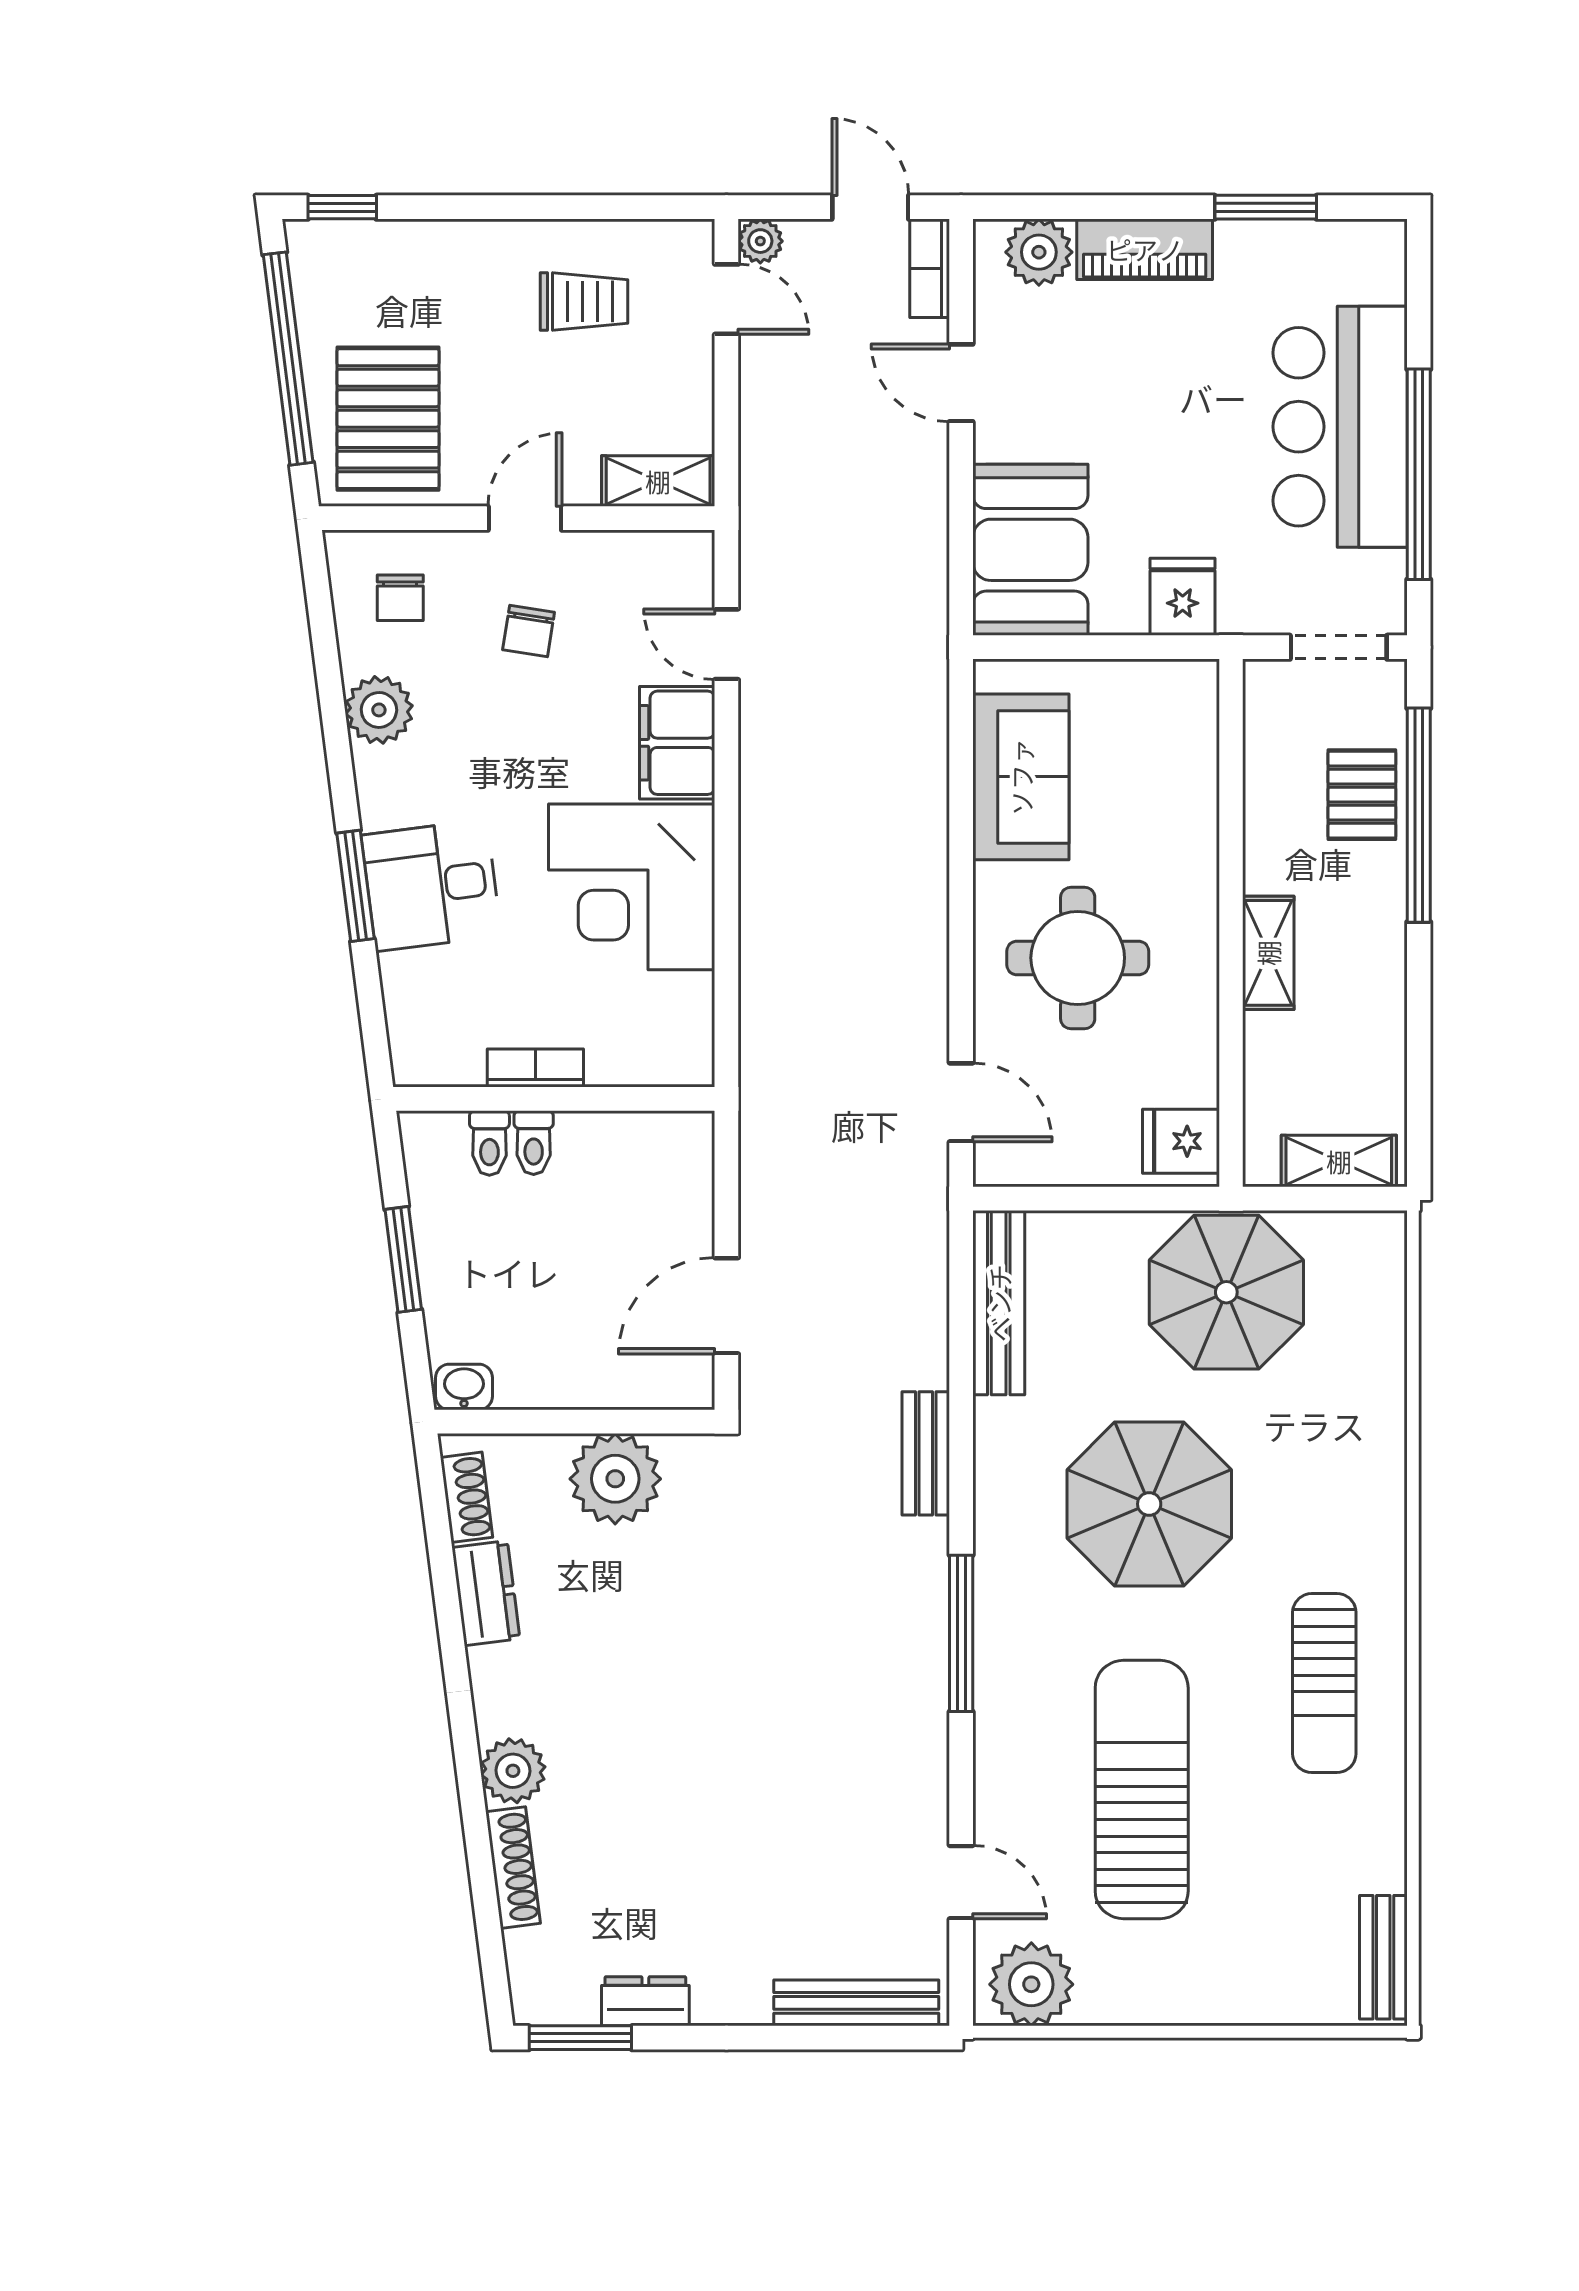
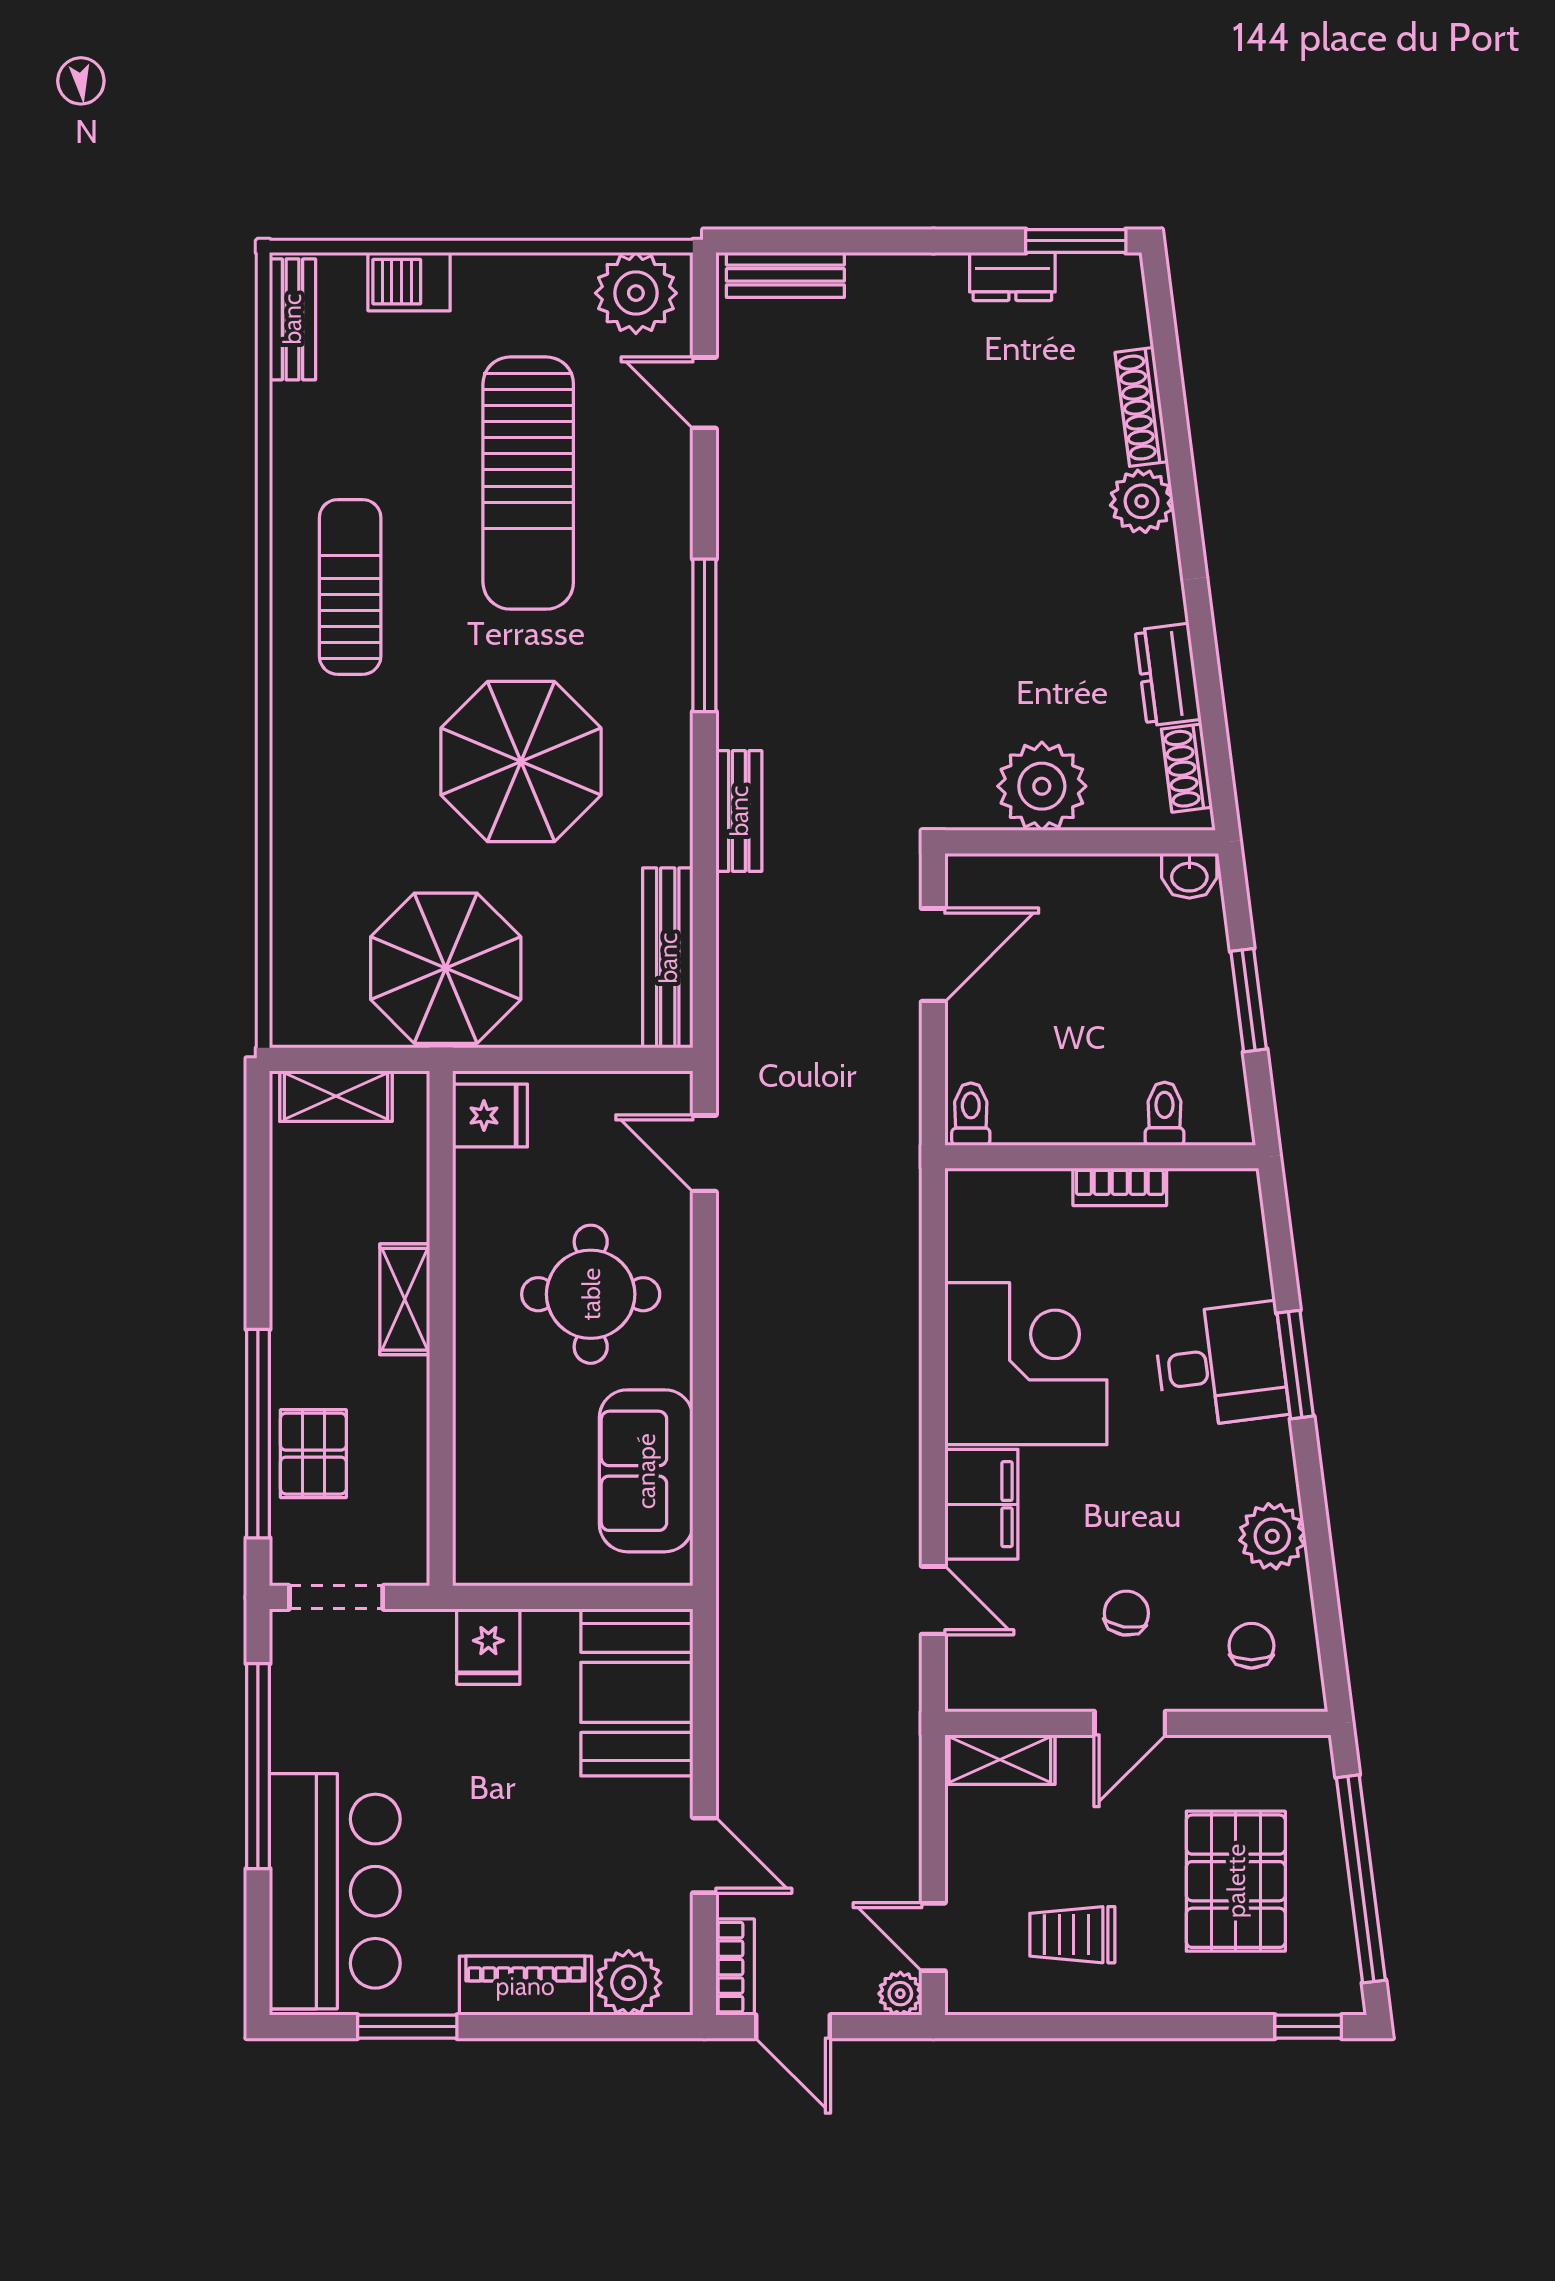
pallet: (388, 419) -> (1236, 1881), moved
bar counter: (1340, 427) -> (335, 1891), moved
toilet: (534, 1143) -> (971, 1114), moved
barbecue: (1264, 1996) -> (409, 282), added
bench: (856, 2003) -> (785, 275), width x0.73

